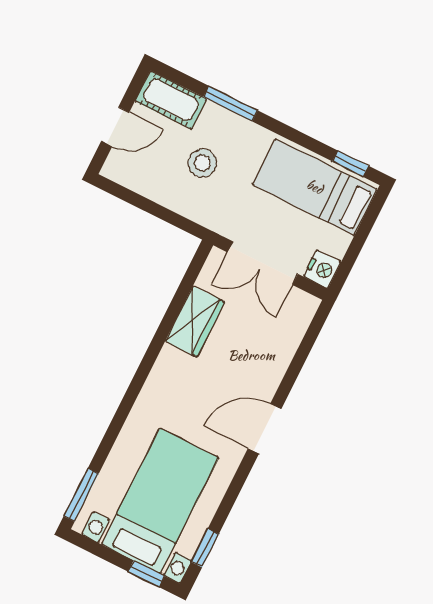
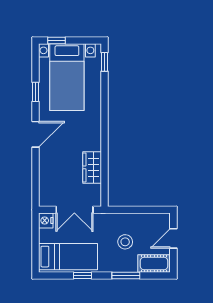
window: (350, 164) -> (83, 275), moved
double door: (263, 263) -> (74, 210), swing flipped
window: (81, 495) -> (104, 62), width x0.67
window: (205, 548) -> (36, 92), moved

